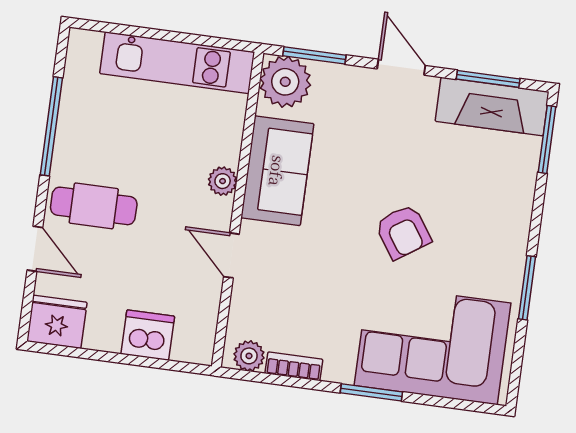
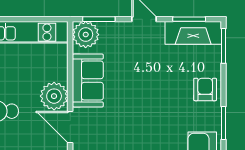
plant: (223, 181) -> (54, 96), width x1.87, depth x1.87
armchair: (403, 232) -> (205, 89), moved, turned -146
door: (231, 255) -> (70, 127), width x1.38

